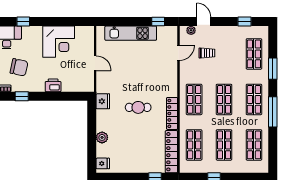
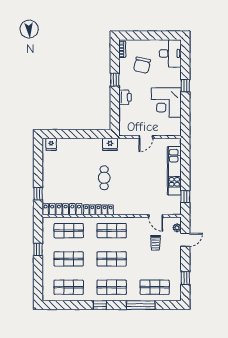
window: (23, 22) -> (185, 86), moved
window: (273, 69) -> (141, 305), width x1.44
window: (22, 96) -> (115, 80), moved
window: (273, 112) -> (100, 305), width x0.46
plant: (102, 137) -> (76, 144), removed

